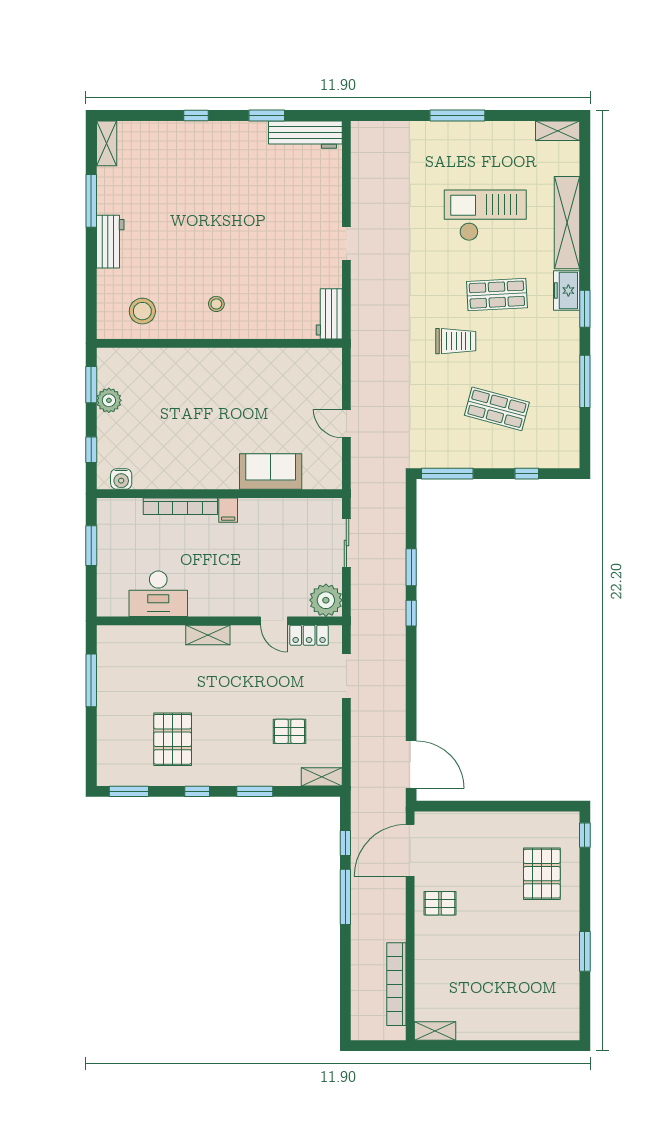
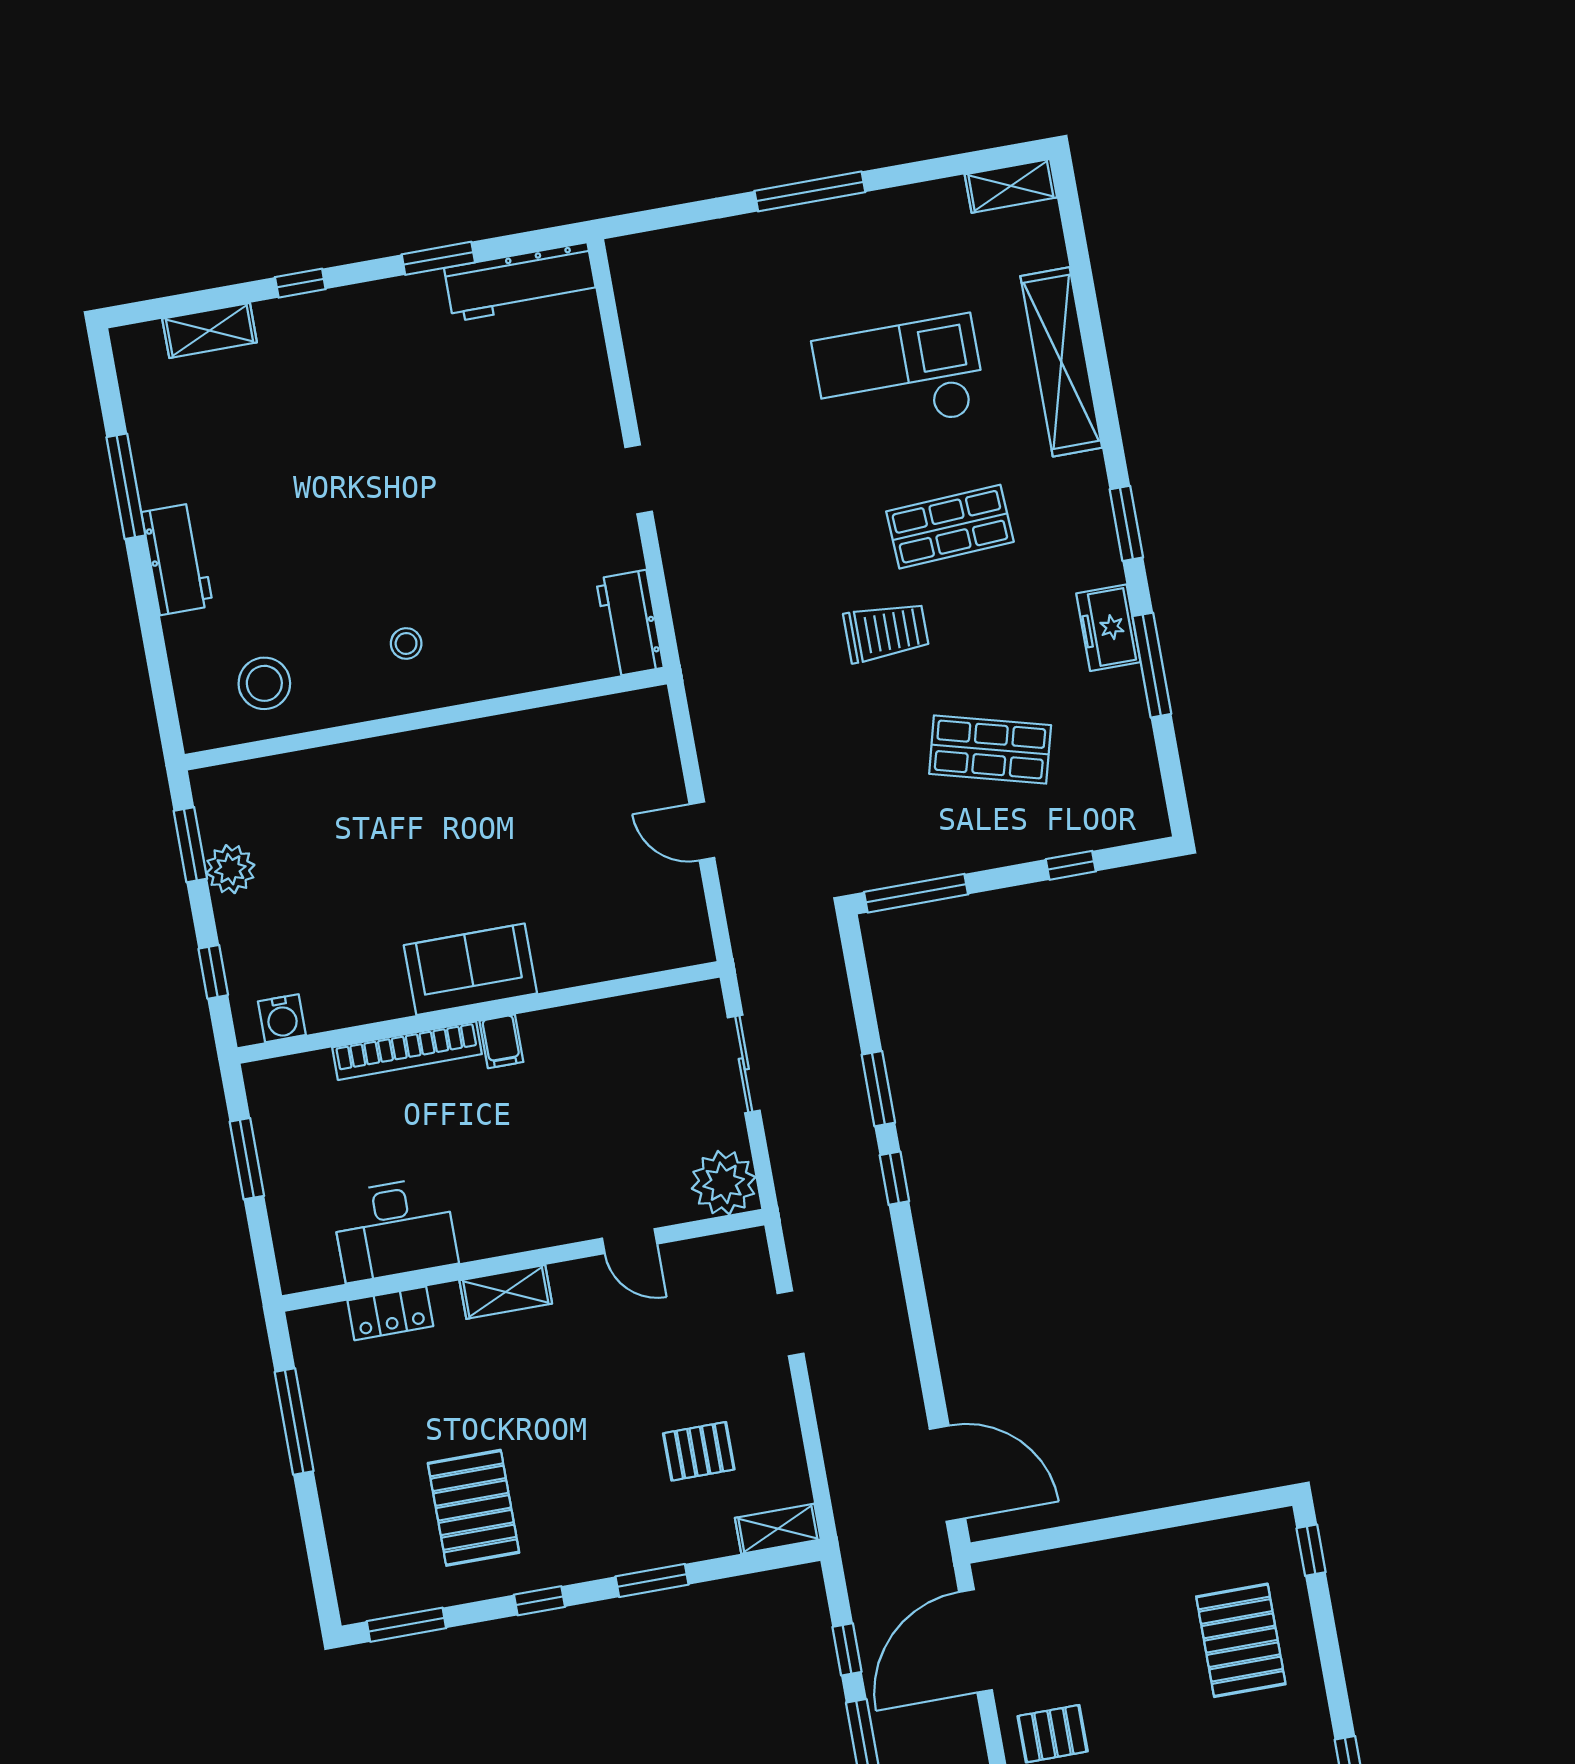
shelving: (107, 143) -> (210, 330), moved, turned 90
freezer: (567, 291) -> (1108, 628), moved
sofa: (271, 472) -> (470, 969), moved
locker: (309, 635) -> (390, 1313), moved
doorway: (346, 676) -> (790, 1323), width x0.73

